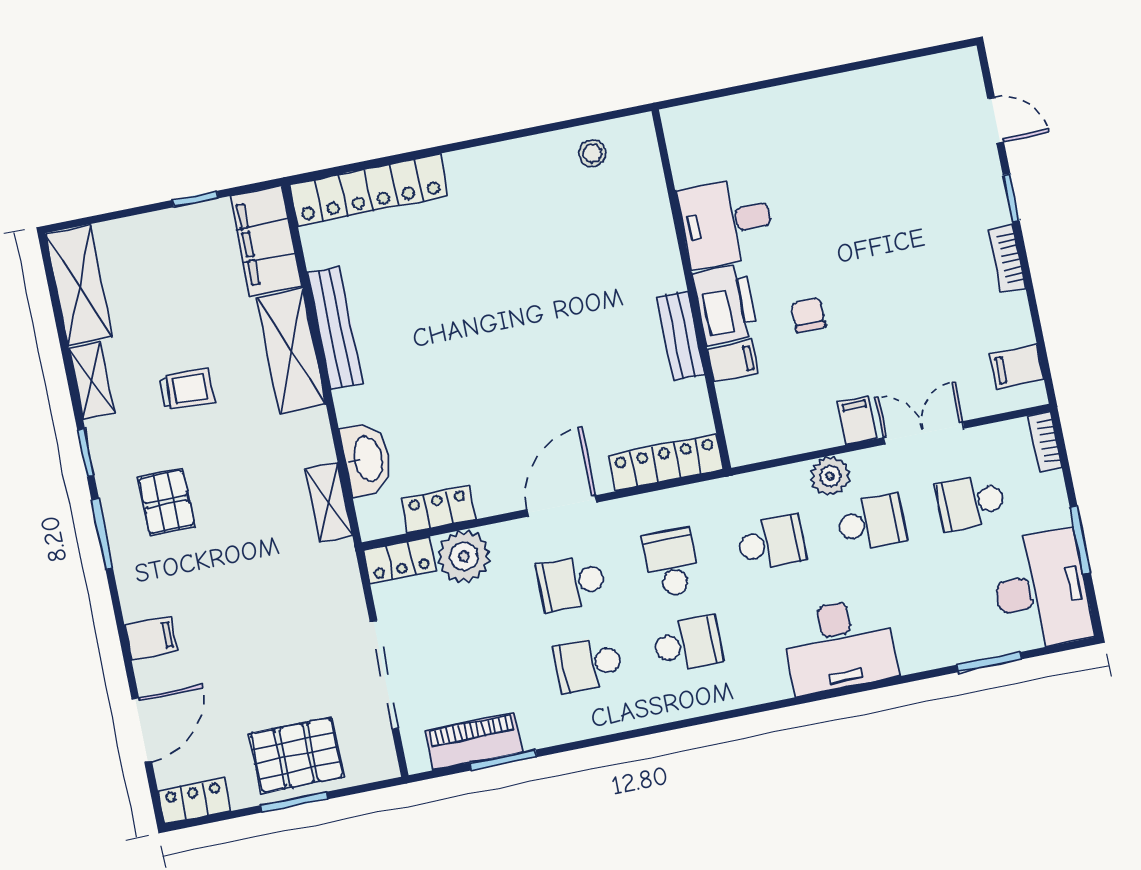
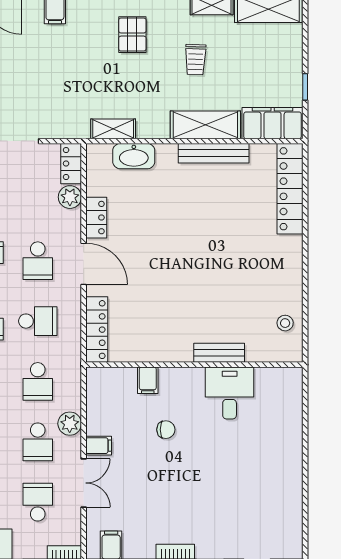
printer: (725, 305) -> (182, 383), removed
bench: (680, 336) -> (219, 353), moved
pallet: (166, 502) -> (132, 35), turned 90
locker: (439, 509) -> (96, 218), moved
plant: (464, 556) -> (70, 197), width x0.73, depth x0.73
school desk: (572, 583) -> (38, 261), turned 180

